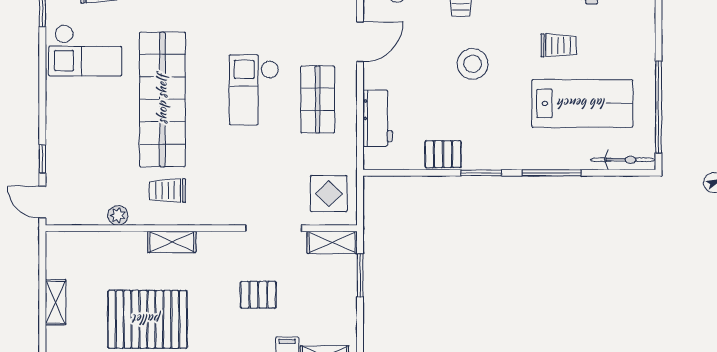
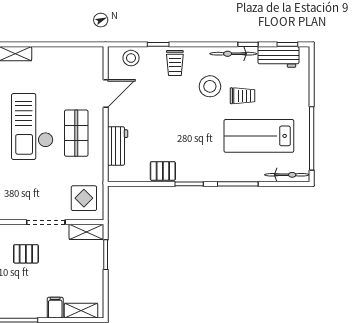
stool: (473, 64) -> (210, 86), moved
checkout: (254, 90) -> (32, 126), width x1.36, depth x1.21
lab bench: (582, 103) -> (259, 136), turned 180
pallet: (258, 295) -> (26, 254), moved

